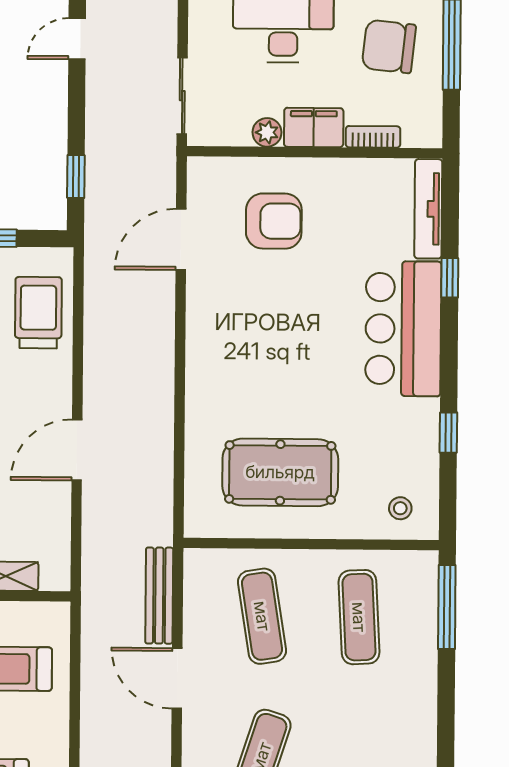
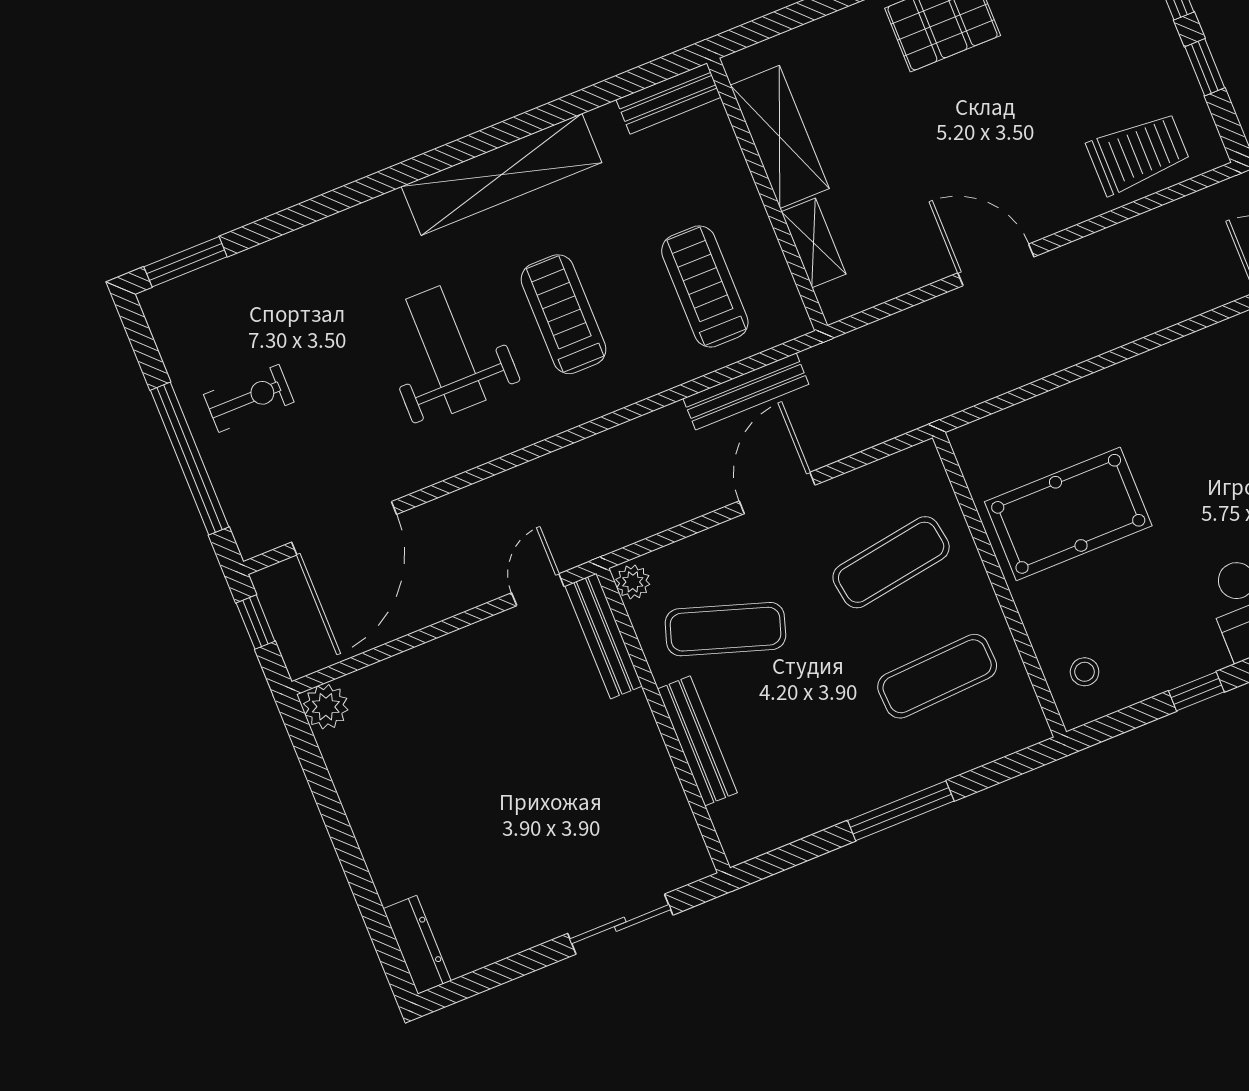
pool table: (280, 472) -> (1068, 514), turned 90
bench: (159, 596) -> (746, 391), moved
window: (447, 607) -> (901, 811), moved

